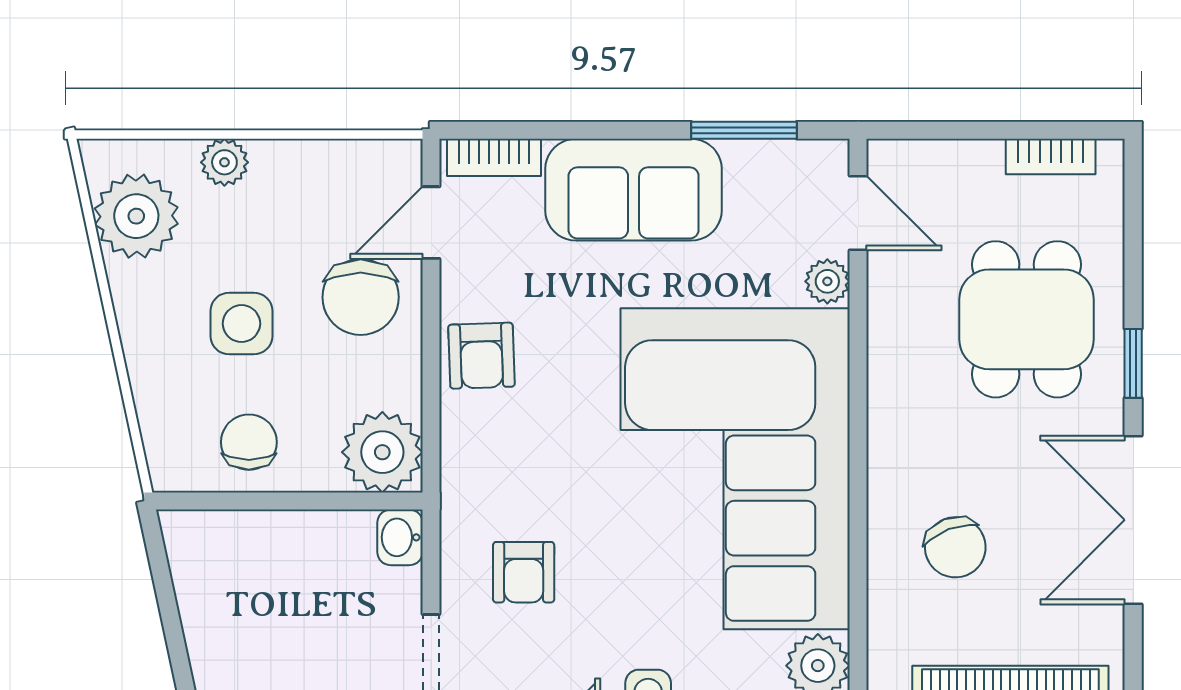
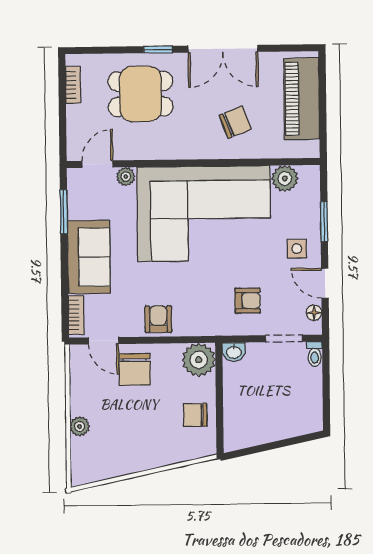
plant: (136, 216) -> (102, 463), removed
chair: (361, 297) -> (135, 369), turned 90
side table: (241, 324) -> (146, 419), removed
armchair: (481, 356) -> (158, 319), turned -88

